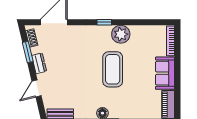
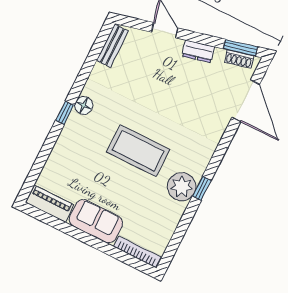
window: (104, 22) -> (202, 188), moved
window: (28, 52) -> (240, 48), moved

